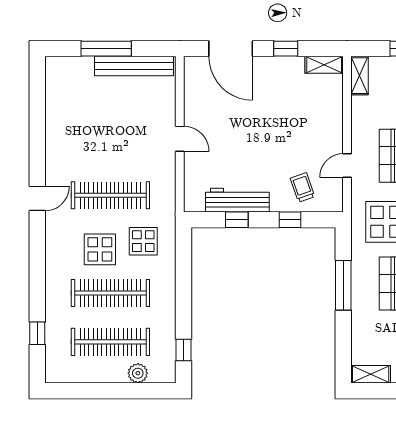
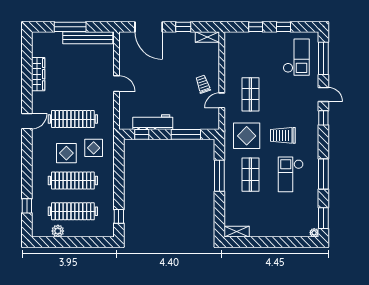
shelving: (359, 76) -> (230, 44), removed
wardrobe: (55, 124) -> (38, 74), added
trolley: (302, 187) -> (203, 84), moved
window: (237, 220) -> (142, 134), moved
window: (290, 220) -> (186, 134), width x2.17
plant: (138, 373) -> (58, 231), moved

